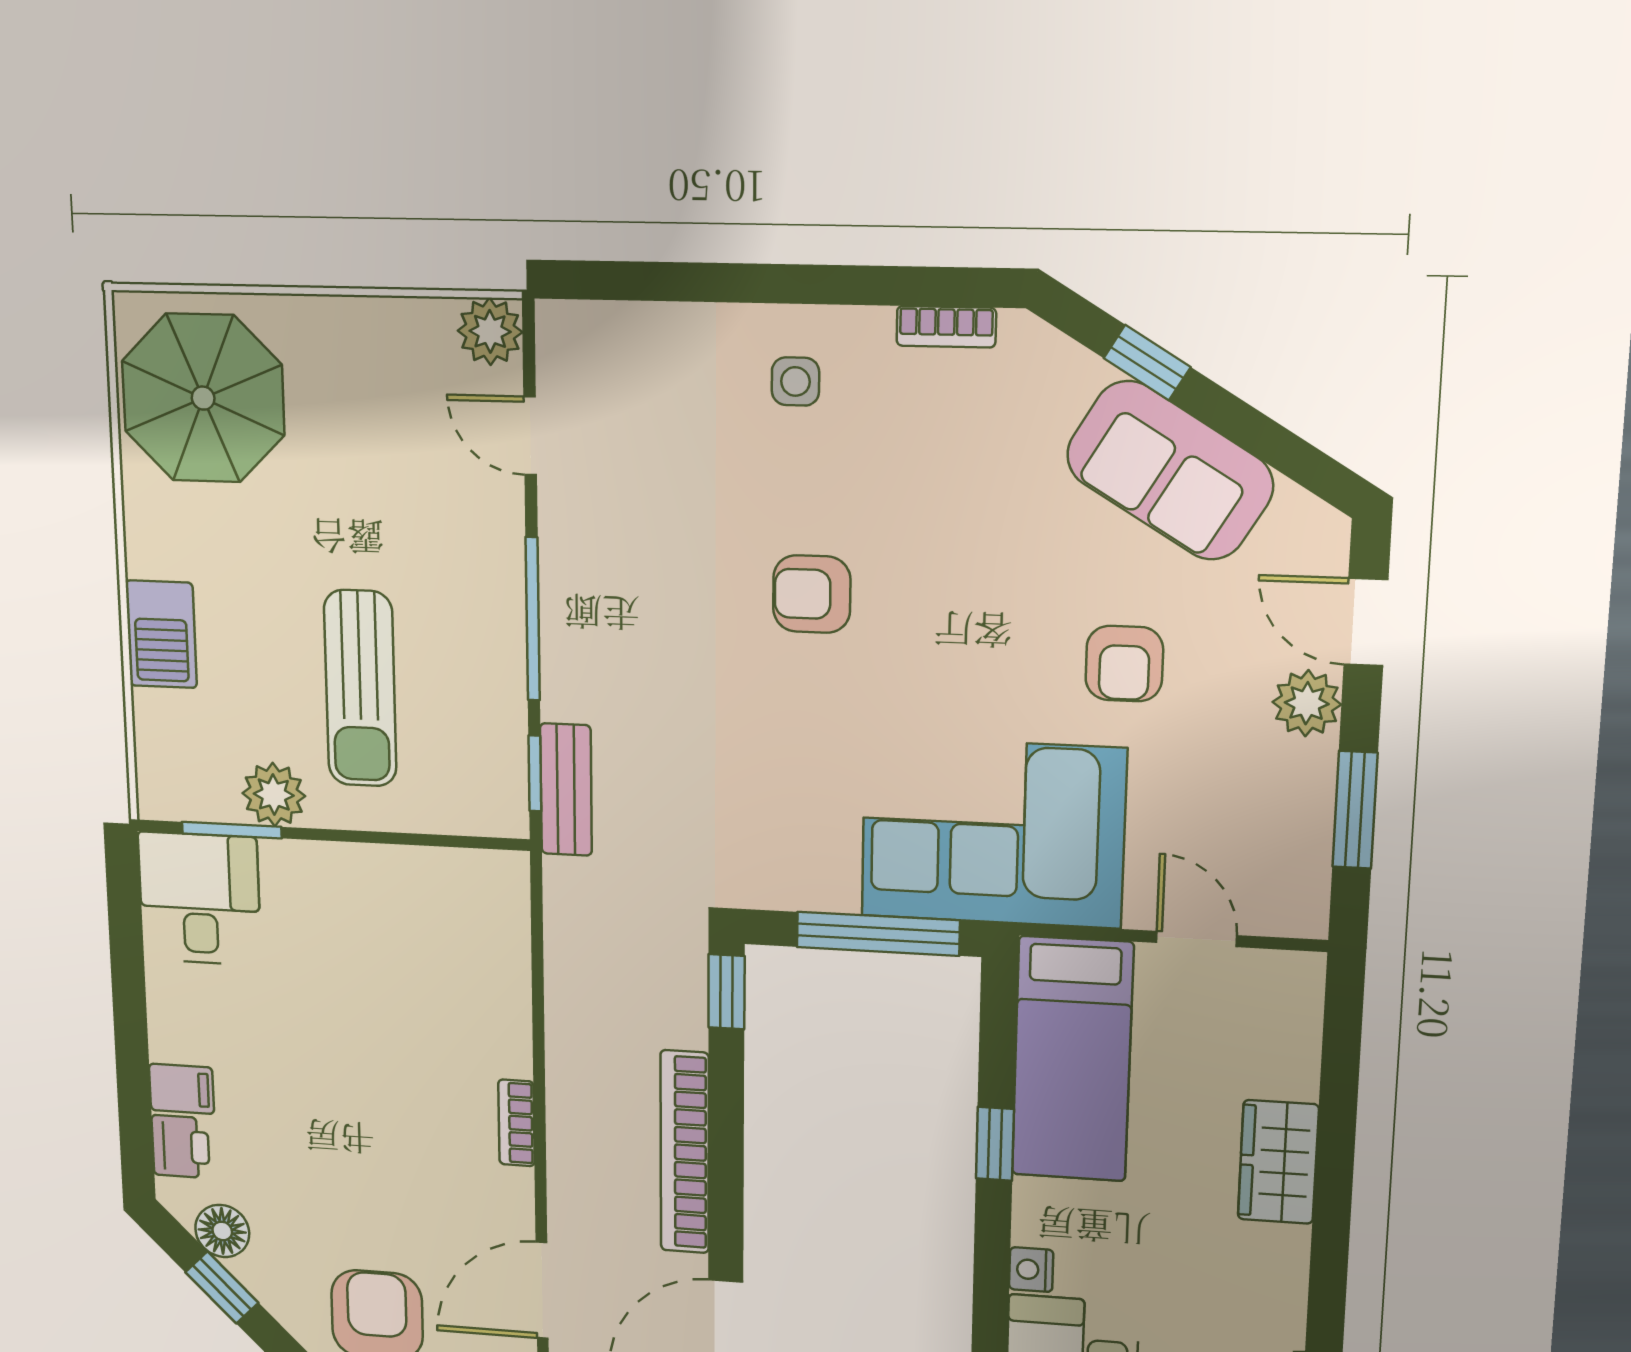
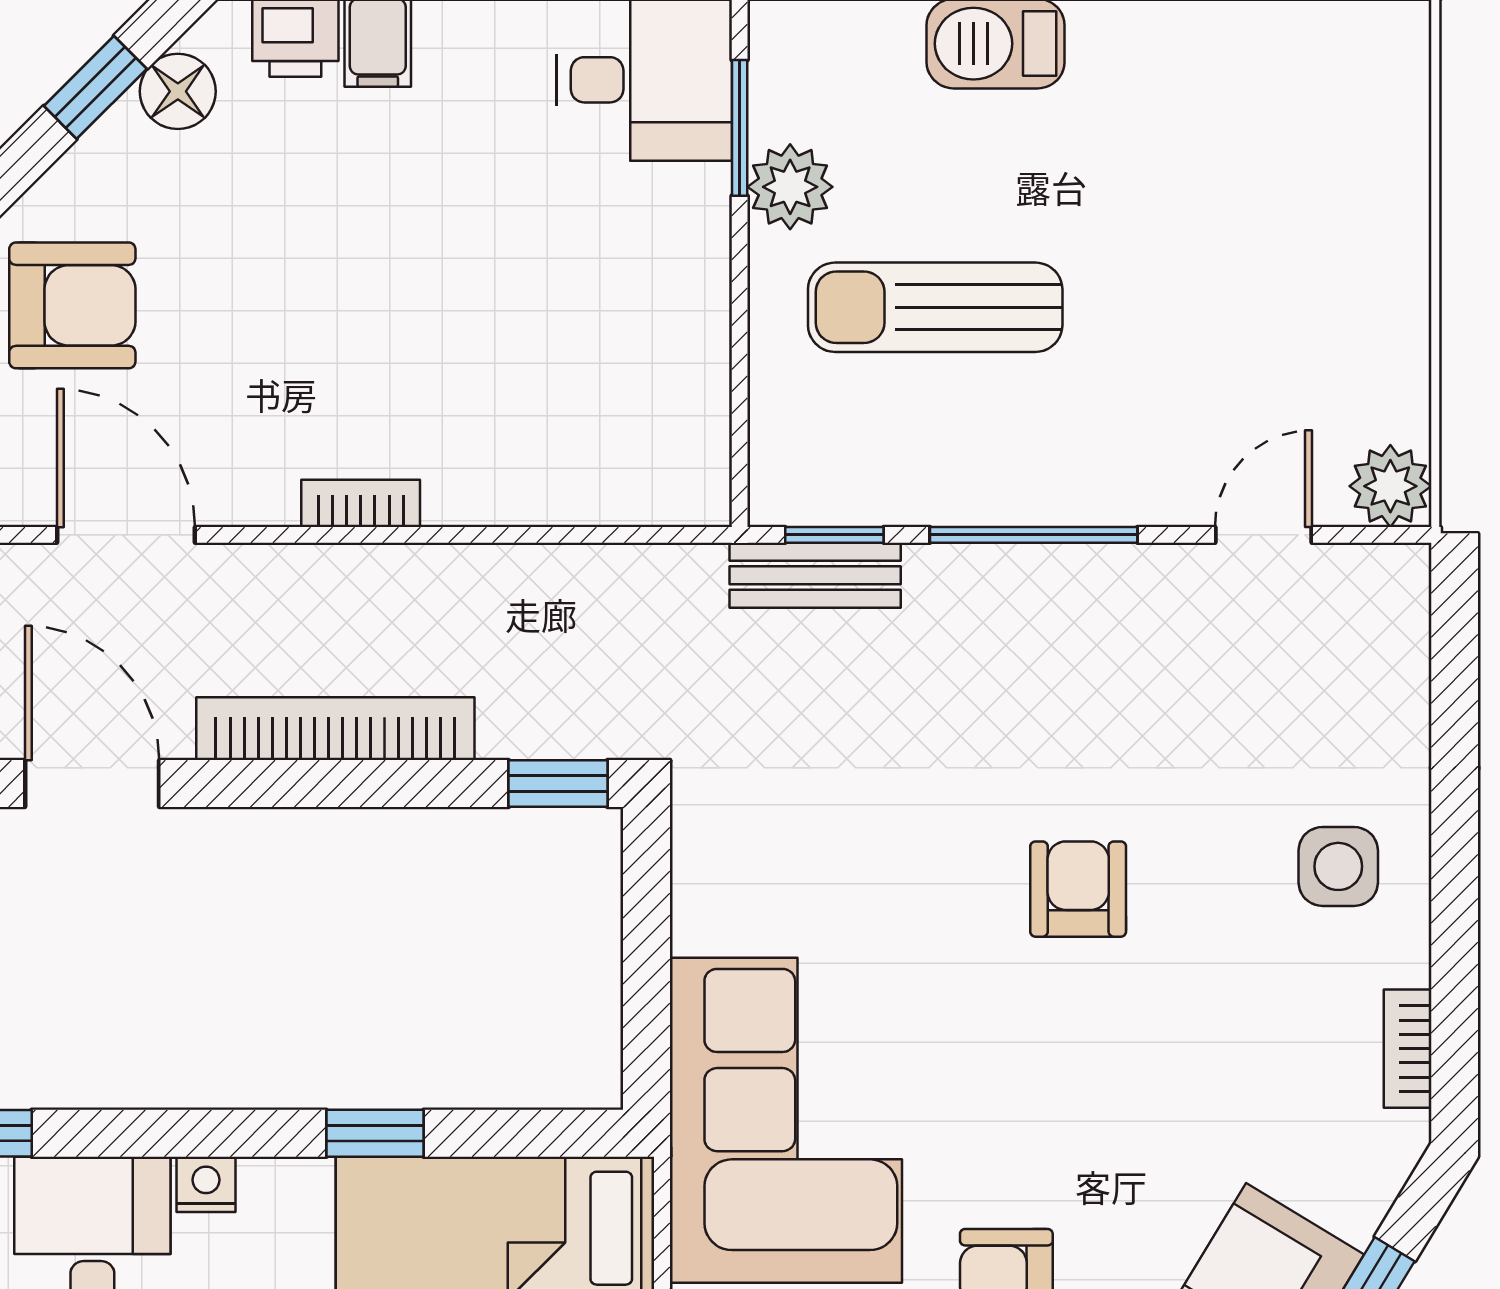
side table: (795, 381) -> (1338, 866), width x1.37, depth x1.37
parasol: (203, 398) -> (1300, 113), removed
window: (878, 934) -> (646, 978), removed

